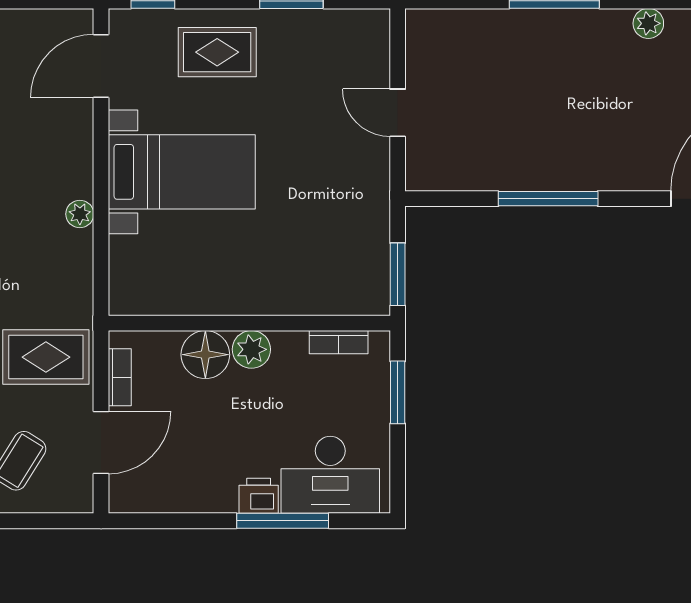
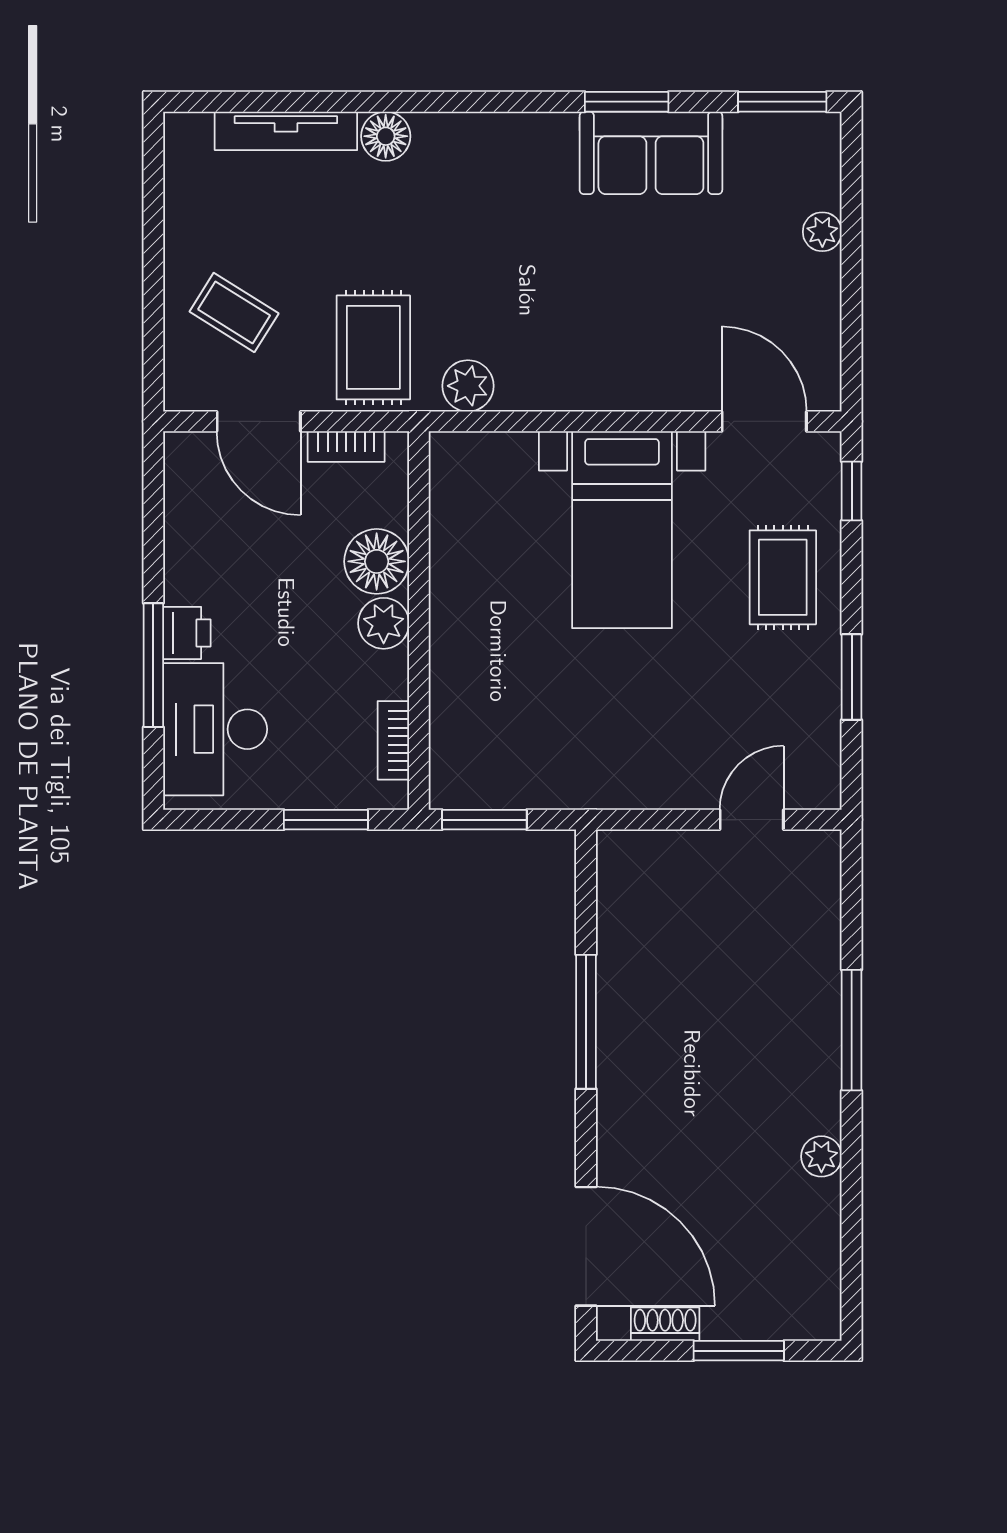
door: (398, 113) -> (752, 820), moved
plant: (80, 214) -> (468, 386), moved, width x1.38, depth x1.38

